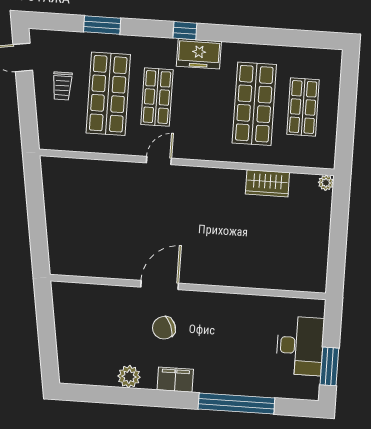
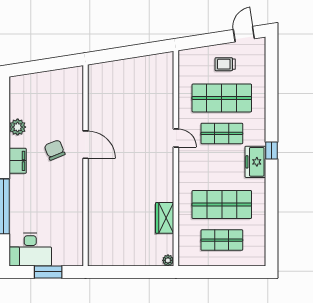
window: (102, 25) -> (271, 90), removed
desk: (300, 346) -> (30, 250), moved
window: (329, 366) -> (48, 272), moved

